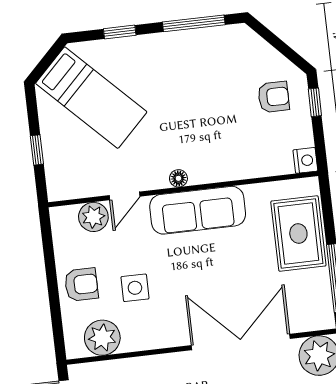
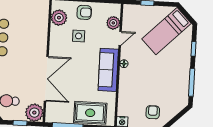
armchair: (274, 97) -> (153, 112), turned 180
door: (124, 196) -> (120, 38), swing flipped
armchair: (81, 285) -> (84, 12), turned -90

